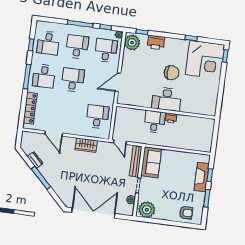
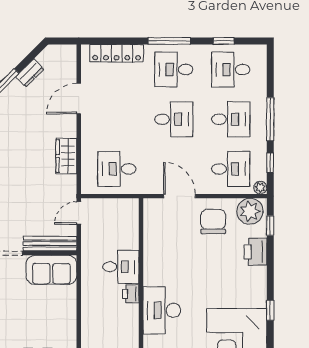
chair: (172, 73) -> (213, 222), moved, turned 180
desk: (167, 99) -> (162, 310), moved
desk: (97, 117) -> (117, 169), turned 180

